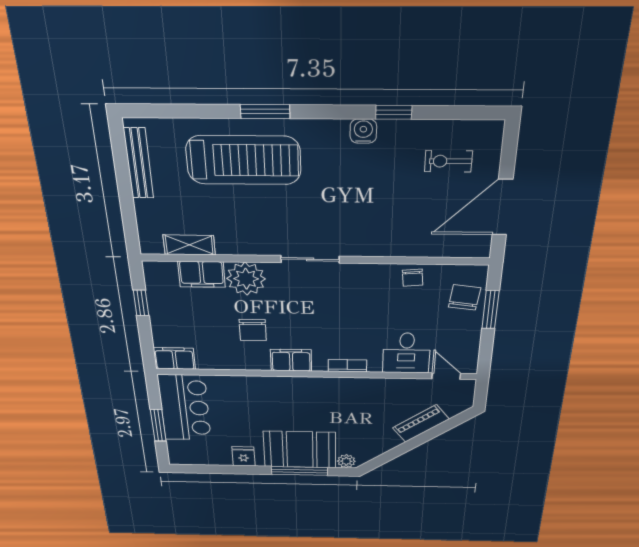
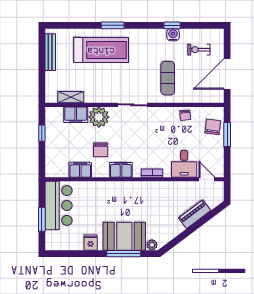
water cooler: (363, 131) -> (173, 35), moved
exercise mat: (381, 214) -> (168, 78), added
filing cabinet: (174, 358) -> (80, 170), moved

